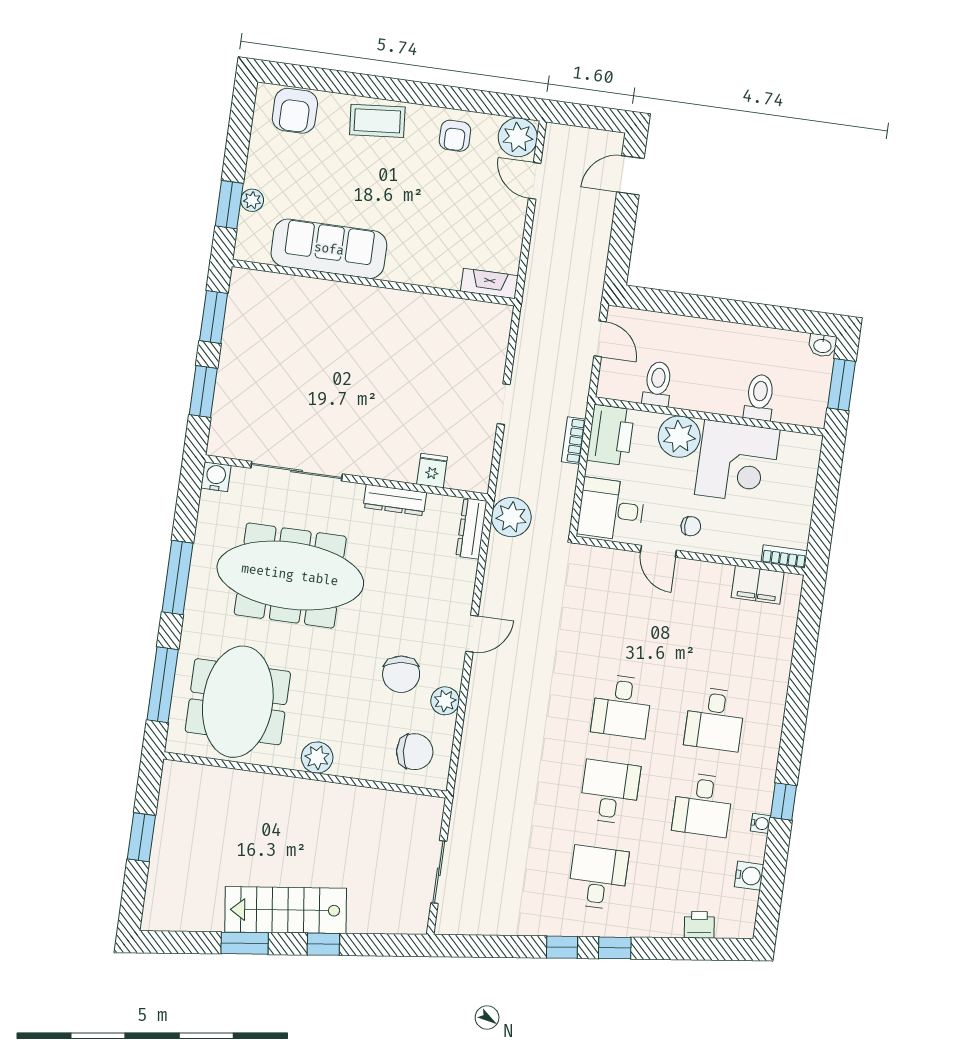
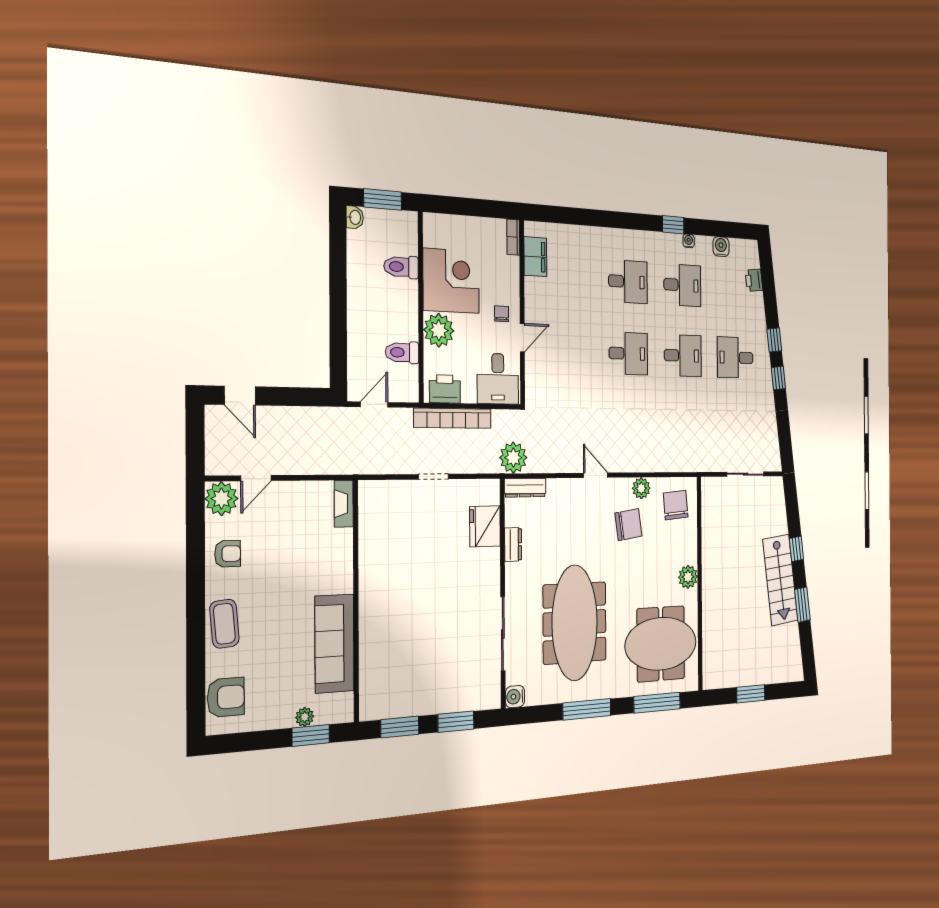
printer: (611, 435) -> (445, 389), width x0.73, depth x0.84
bookcase: (574, 440) -> (453, 418), width x2.31, depth x1.31
fridge: (432, 471) -> (485, 526), width x1.88, depth x1.34
dresser: (395, 500) -> (513, 544), width x0.70
desk: (610, 792) -> (683, 356), turned 180

